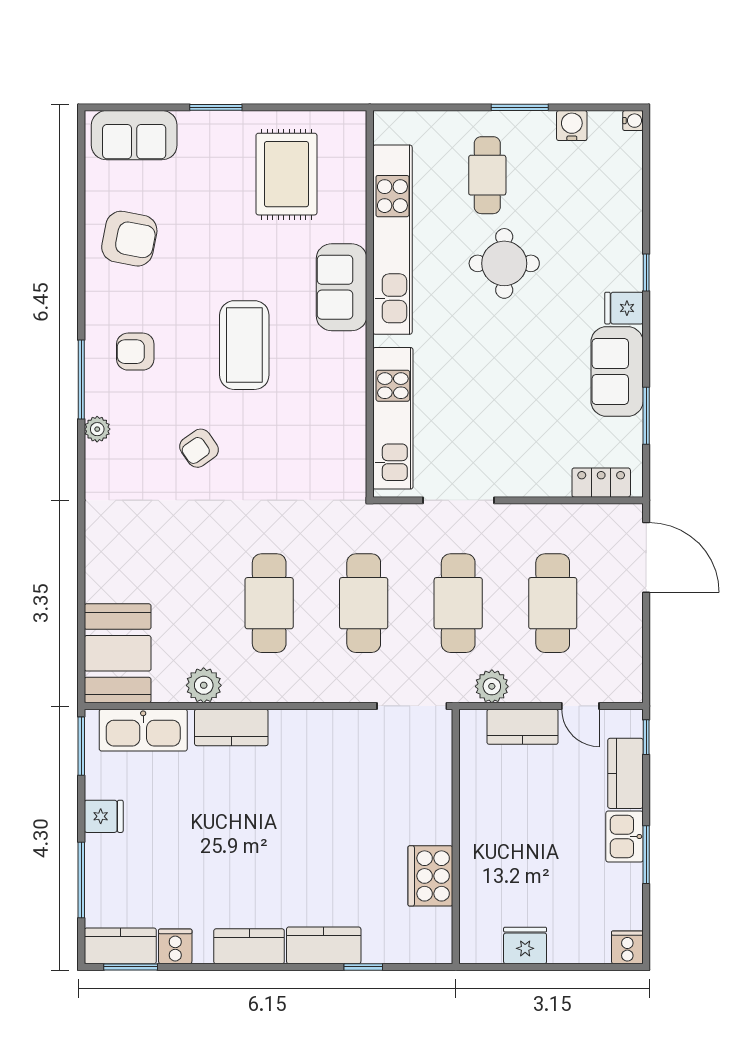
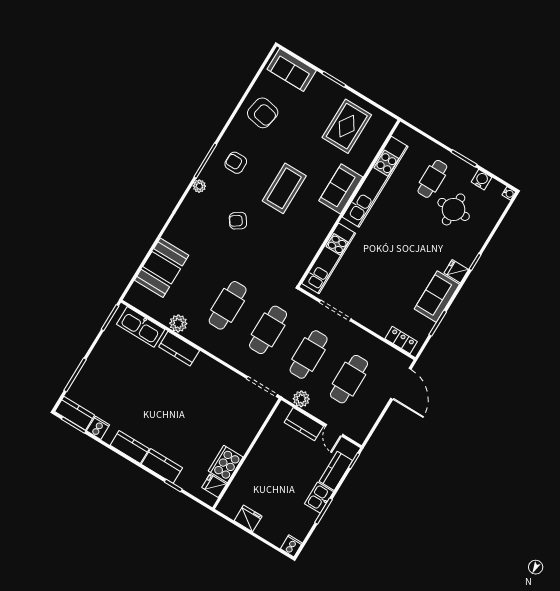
round table: (504, 263) -> (454, 209), moved
booth: (118, 653) -> (162, 268), moved
fridge: (104, 816) -> (214, 486), moved, turned 180

